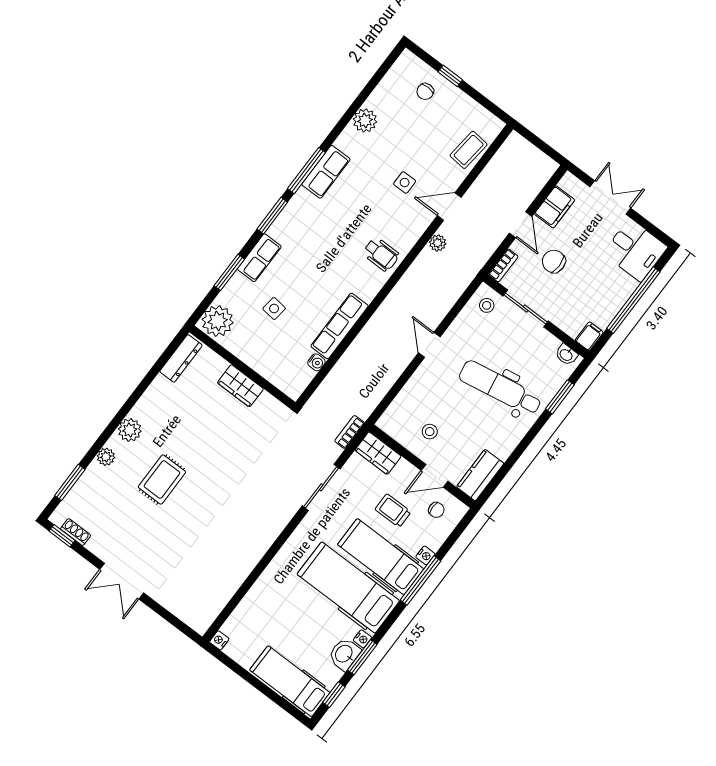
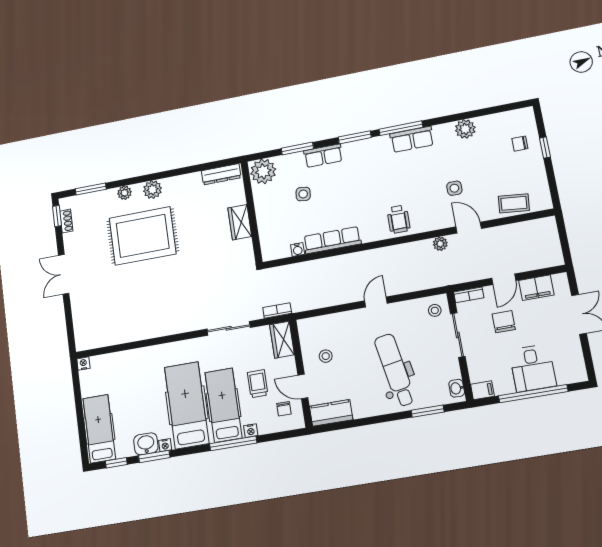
desk: (635, 250) -> (533, 368), moved
rug: (162, 480) -> (143, 236), width x1.86, depth x2.06

